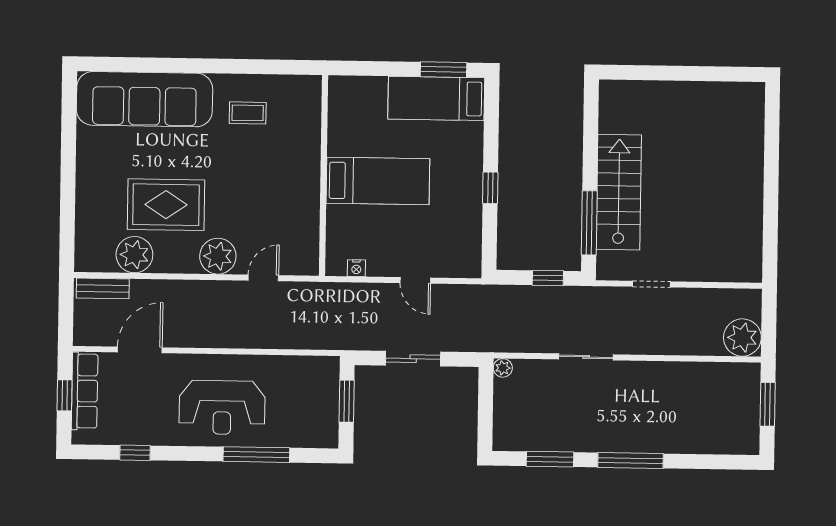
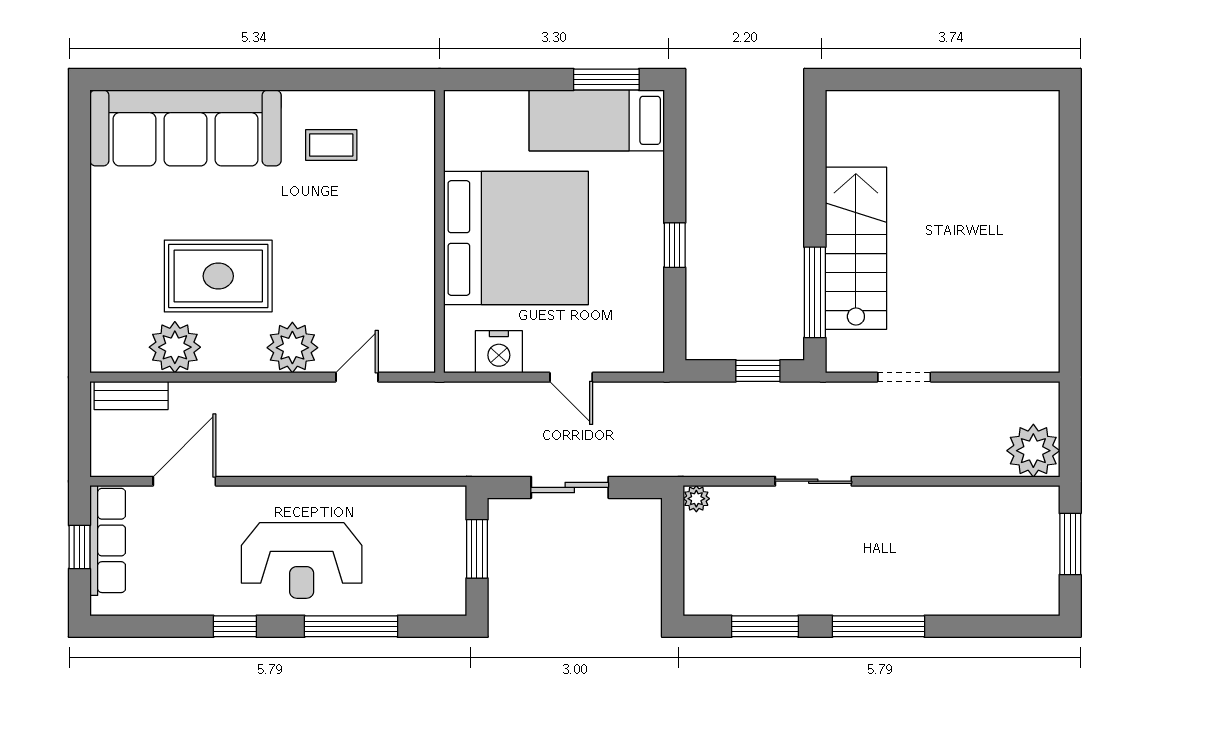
bed: (378, 181) -> (516, 238), width x2.04
nightstand: (356, 268) -> (499, 352), width x1.89, depth x1.79
window: (135, 453) -> (235, 626), moved

